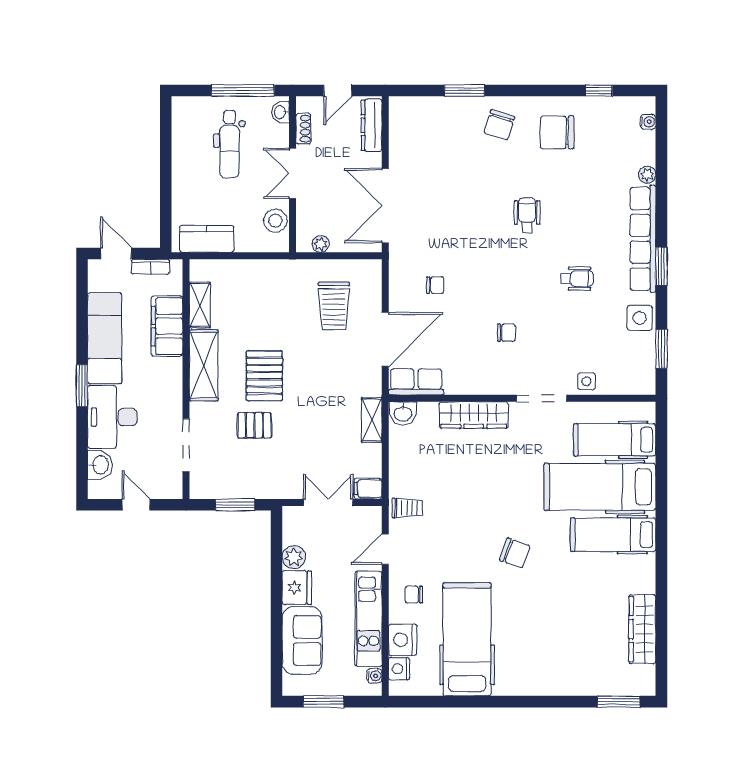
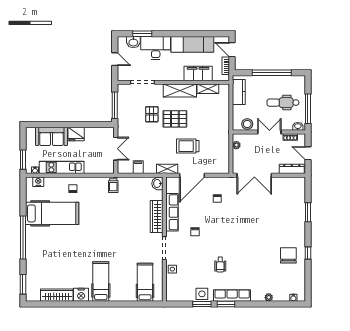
window: (599, 91) -> (308, 253), moved
chair: (499, 125) -> (292, 228), removed
window: (166, 168) -> (272, 73), added
double door: (385, 206) -> (254, 175), swing flipped
wheelchair: (527, 215) -> (250, 241), removed
row of seats: (643, 239) -> (232, 295), width x0.73
door: (116, 253) -> (232, 50), swing flipped
trolley: (334, 306) -> (188, 146), moved
door: (385, 339) -> (192, 175), hinge flipped
window: (661, 349) -> (202, 304), moved
row of seats: (416, 382) -> (172, 212), moved, width x1.48
window: (82, 386) -> (142, 34), moved
shelving: (372, 420) -> (167, 169), moved
hospital bed: (600, 487) -> (123, 275), removed
filing cabinet: (368, 489) -> (138, 167), moved
door: (136, 505) -> (115, 59), hinge flipped
window: (235, 505) -> (115, 105), width x1.44
door: (385, 549) -> (94, 175), removed
chair: (515, 553) -> (92, 236), removed
plant: (294, 557) -> (90, 133), removed
nightstand: (403, 640) -> (81, 295), moved, turned 180
window: (324, 702) -> (23, 160), moved
window: (519, 702) -> (23, 237), added

